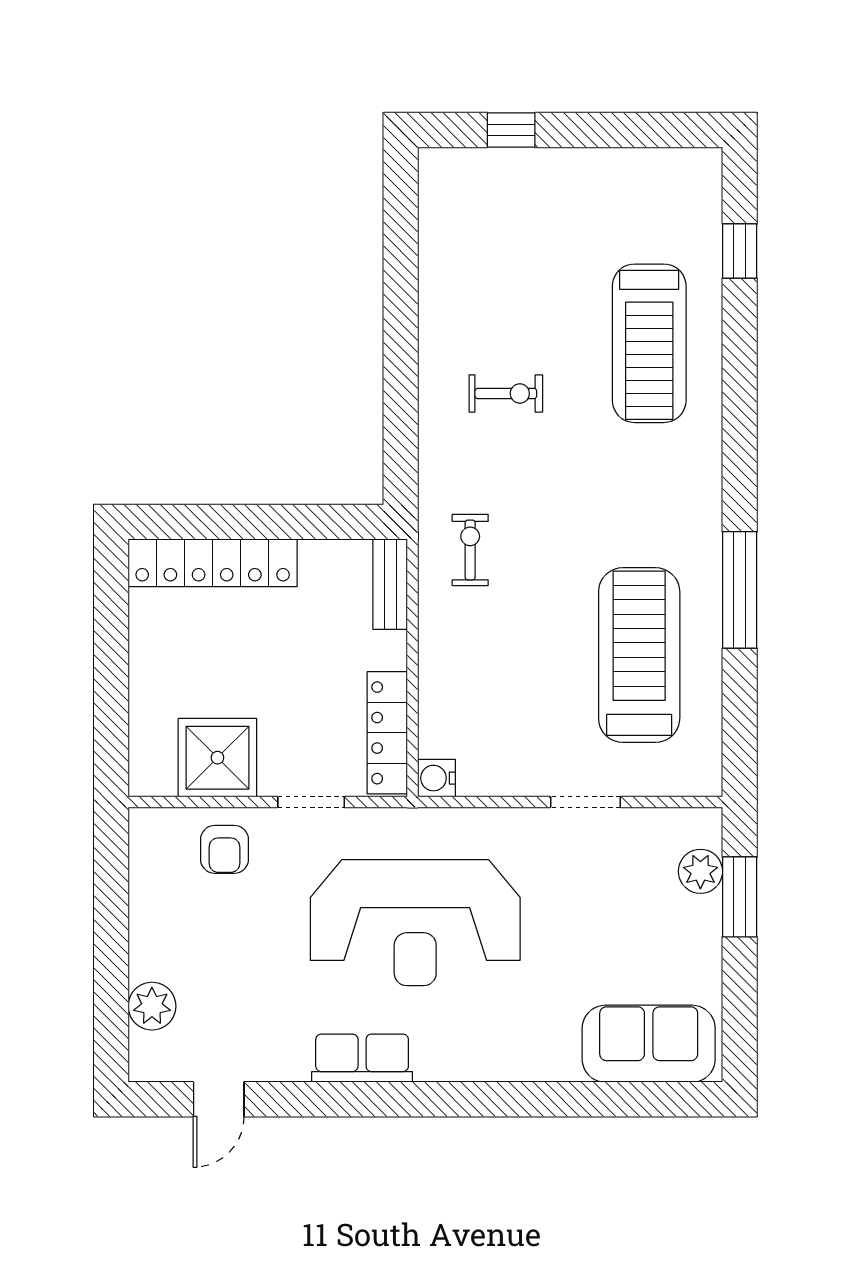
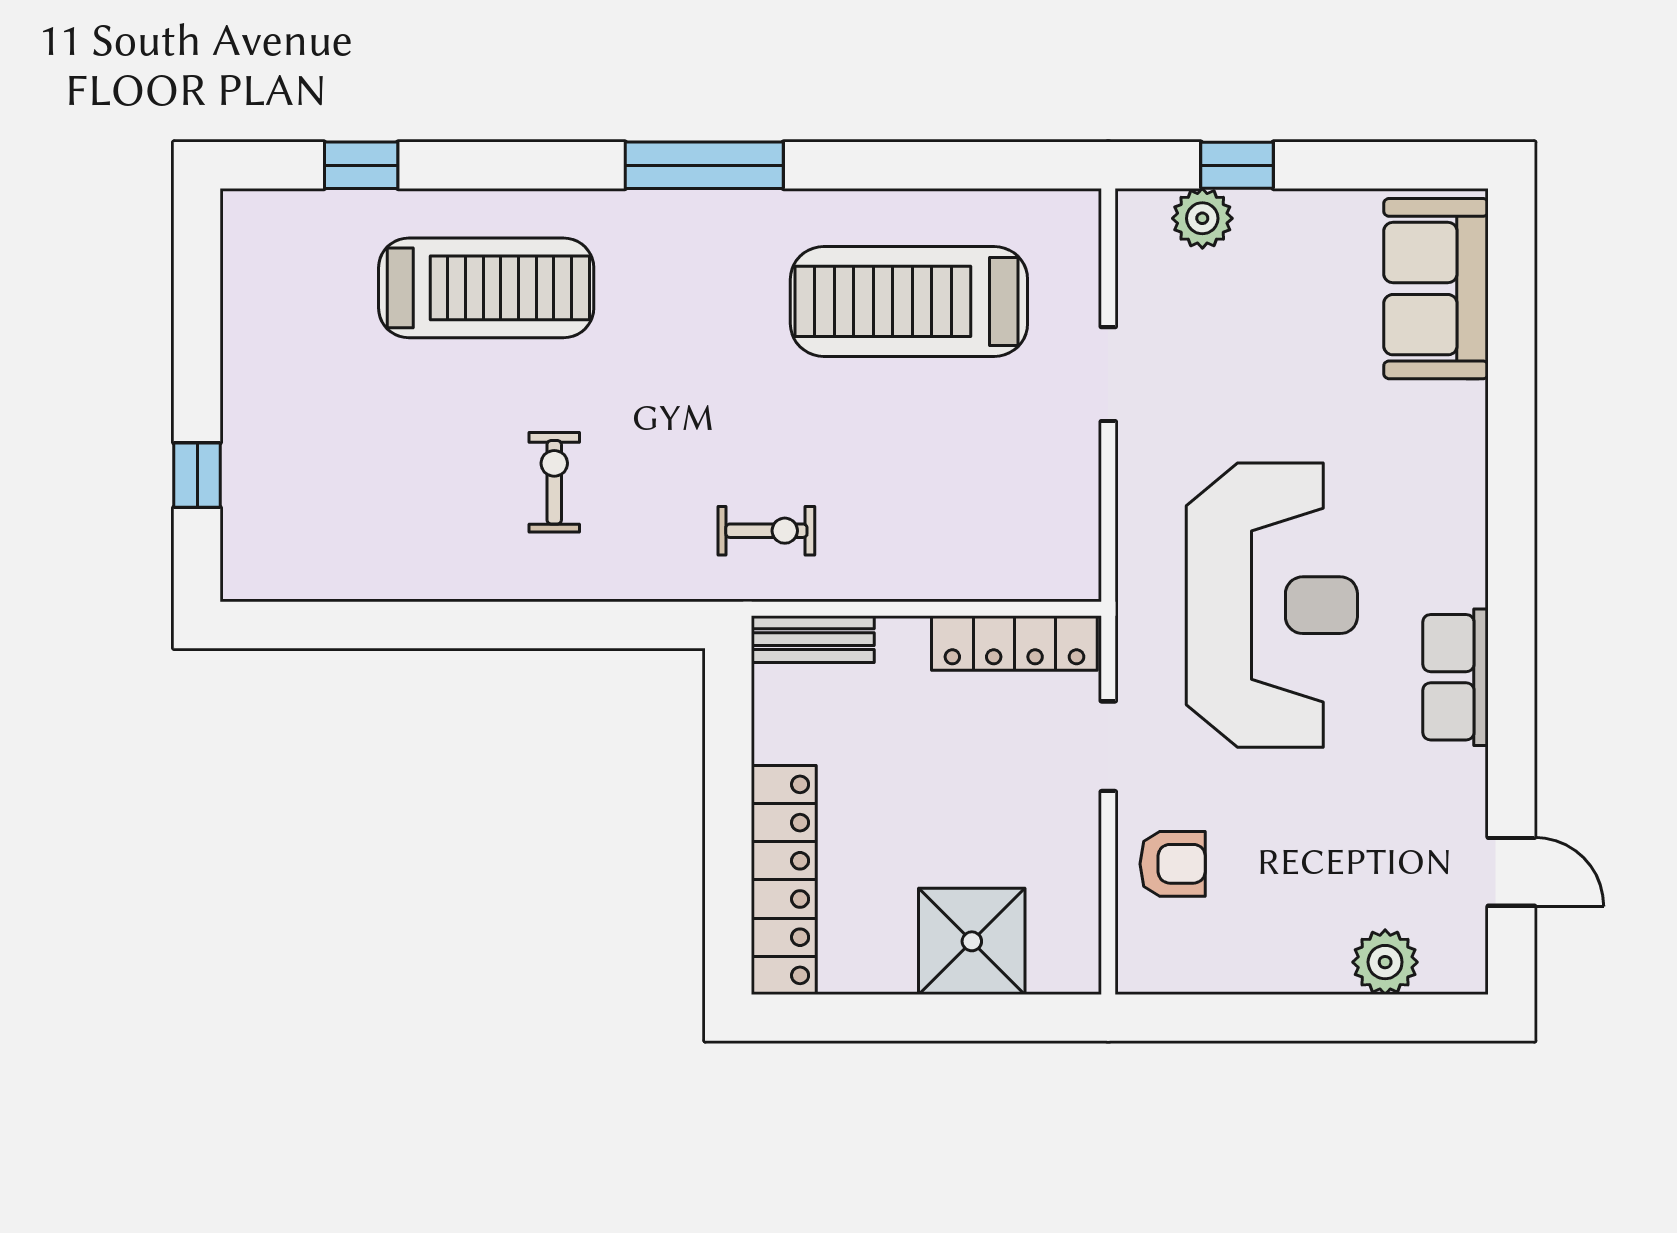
exercise bike: (470, 550) -> (766, 531), turned 180
window: (740, 590) -> (704, 165), moved
shower: (217, 758) -> (972, 941), moved
water cooler: (436, 778) -> (1076, 576), removed
window: (740, 897) -> (1237, 165), width x0.67

